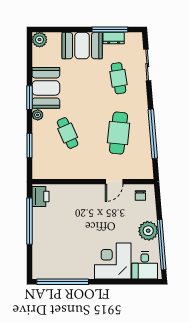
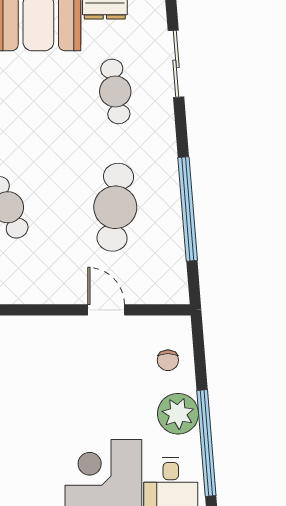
door: (114, 182) -> (106, 310), swing flipped
chair: (140, 195) -> (168, 360), moved

